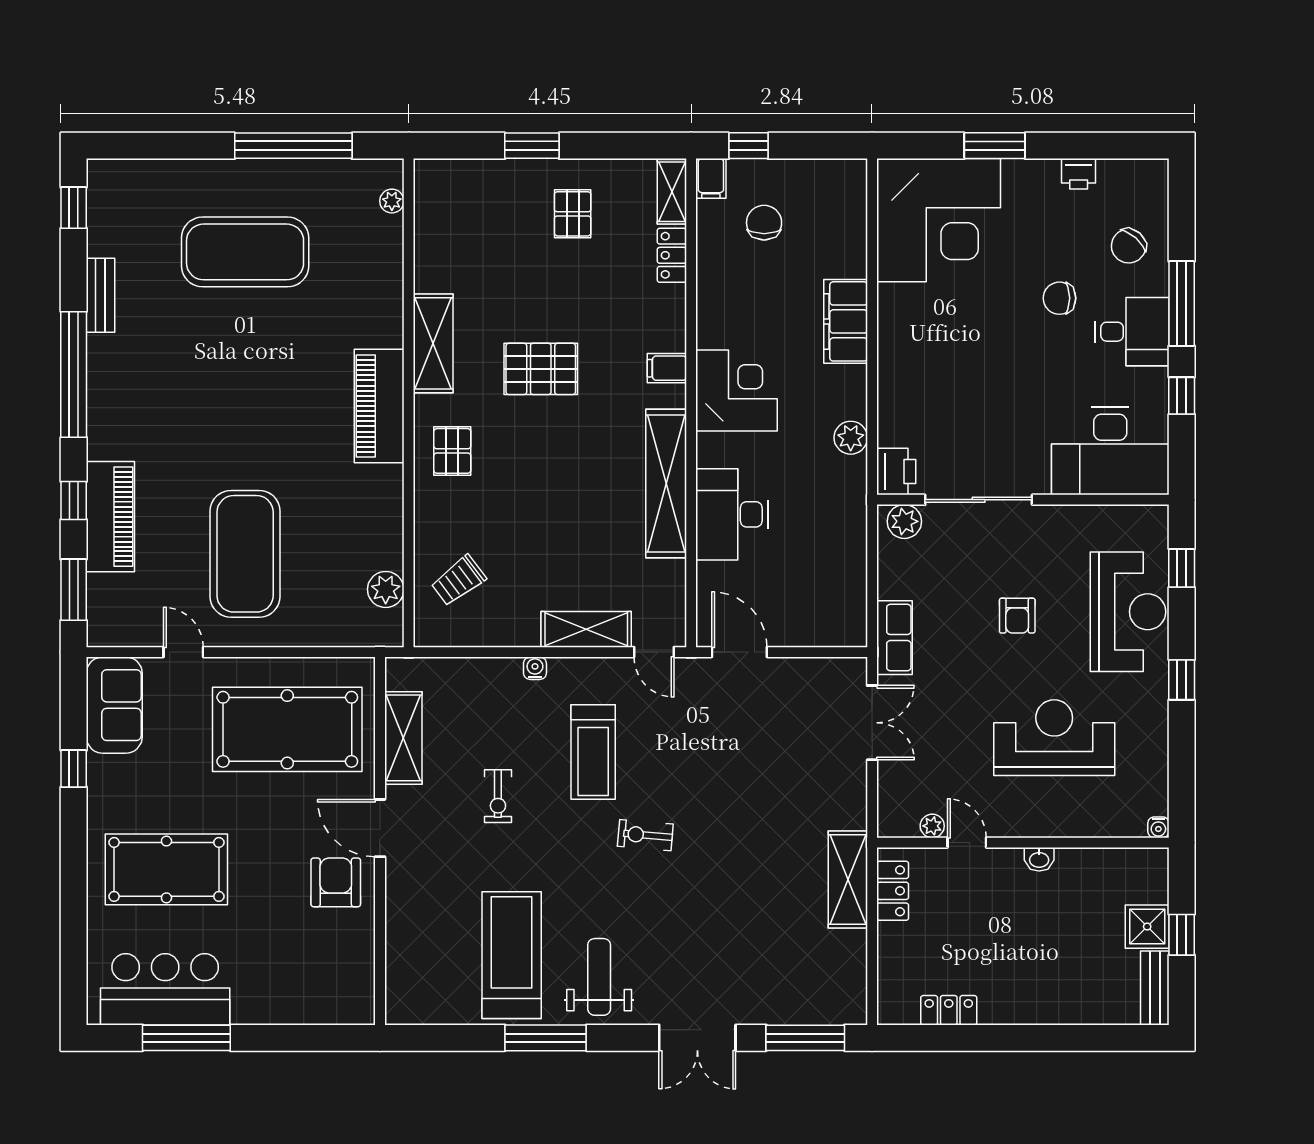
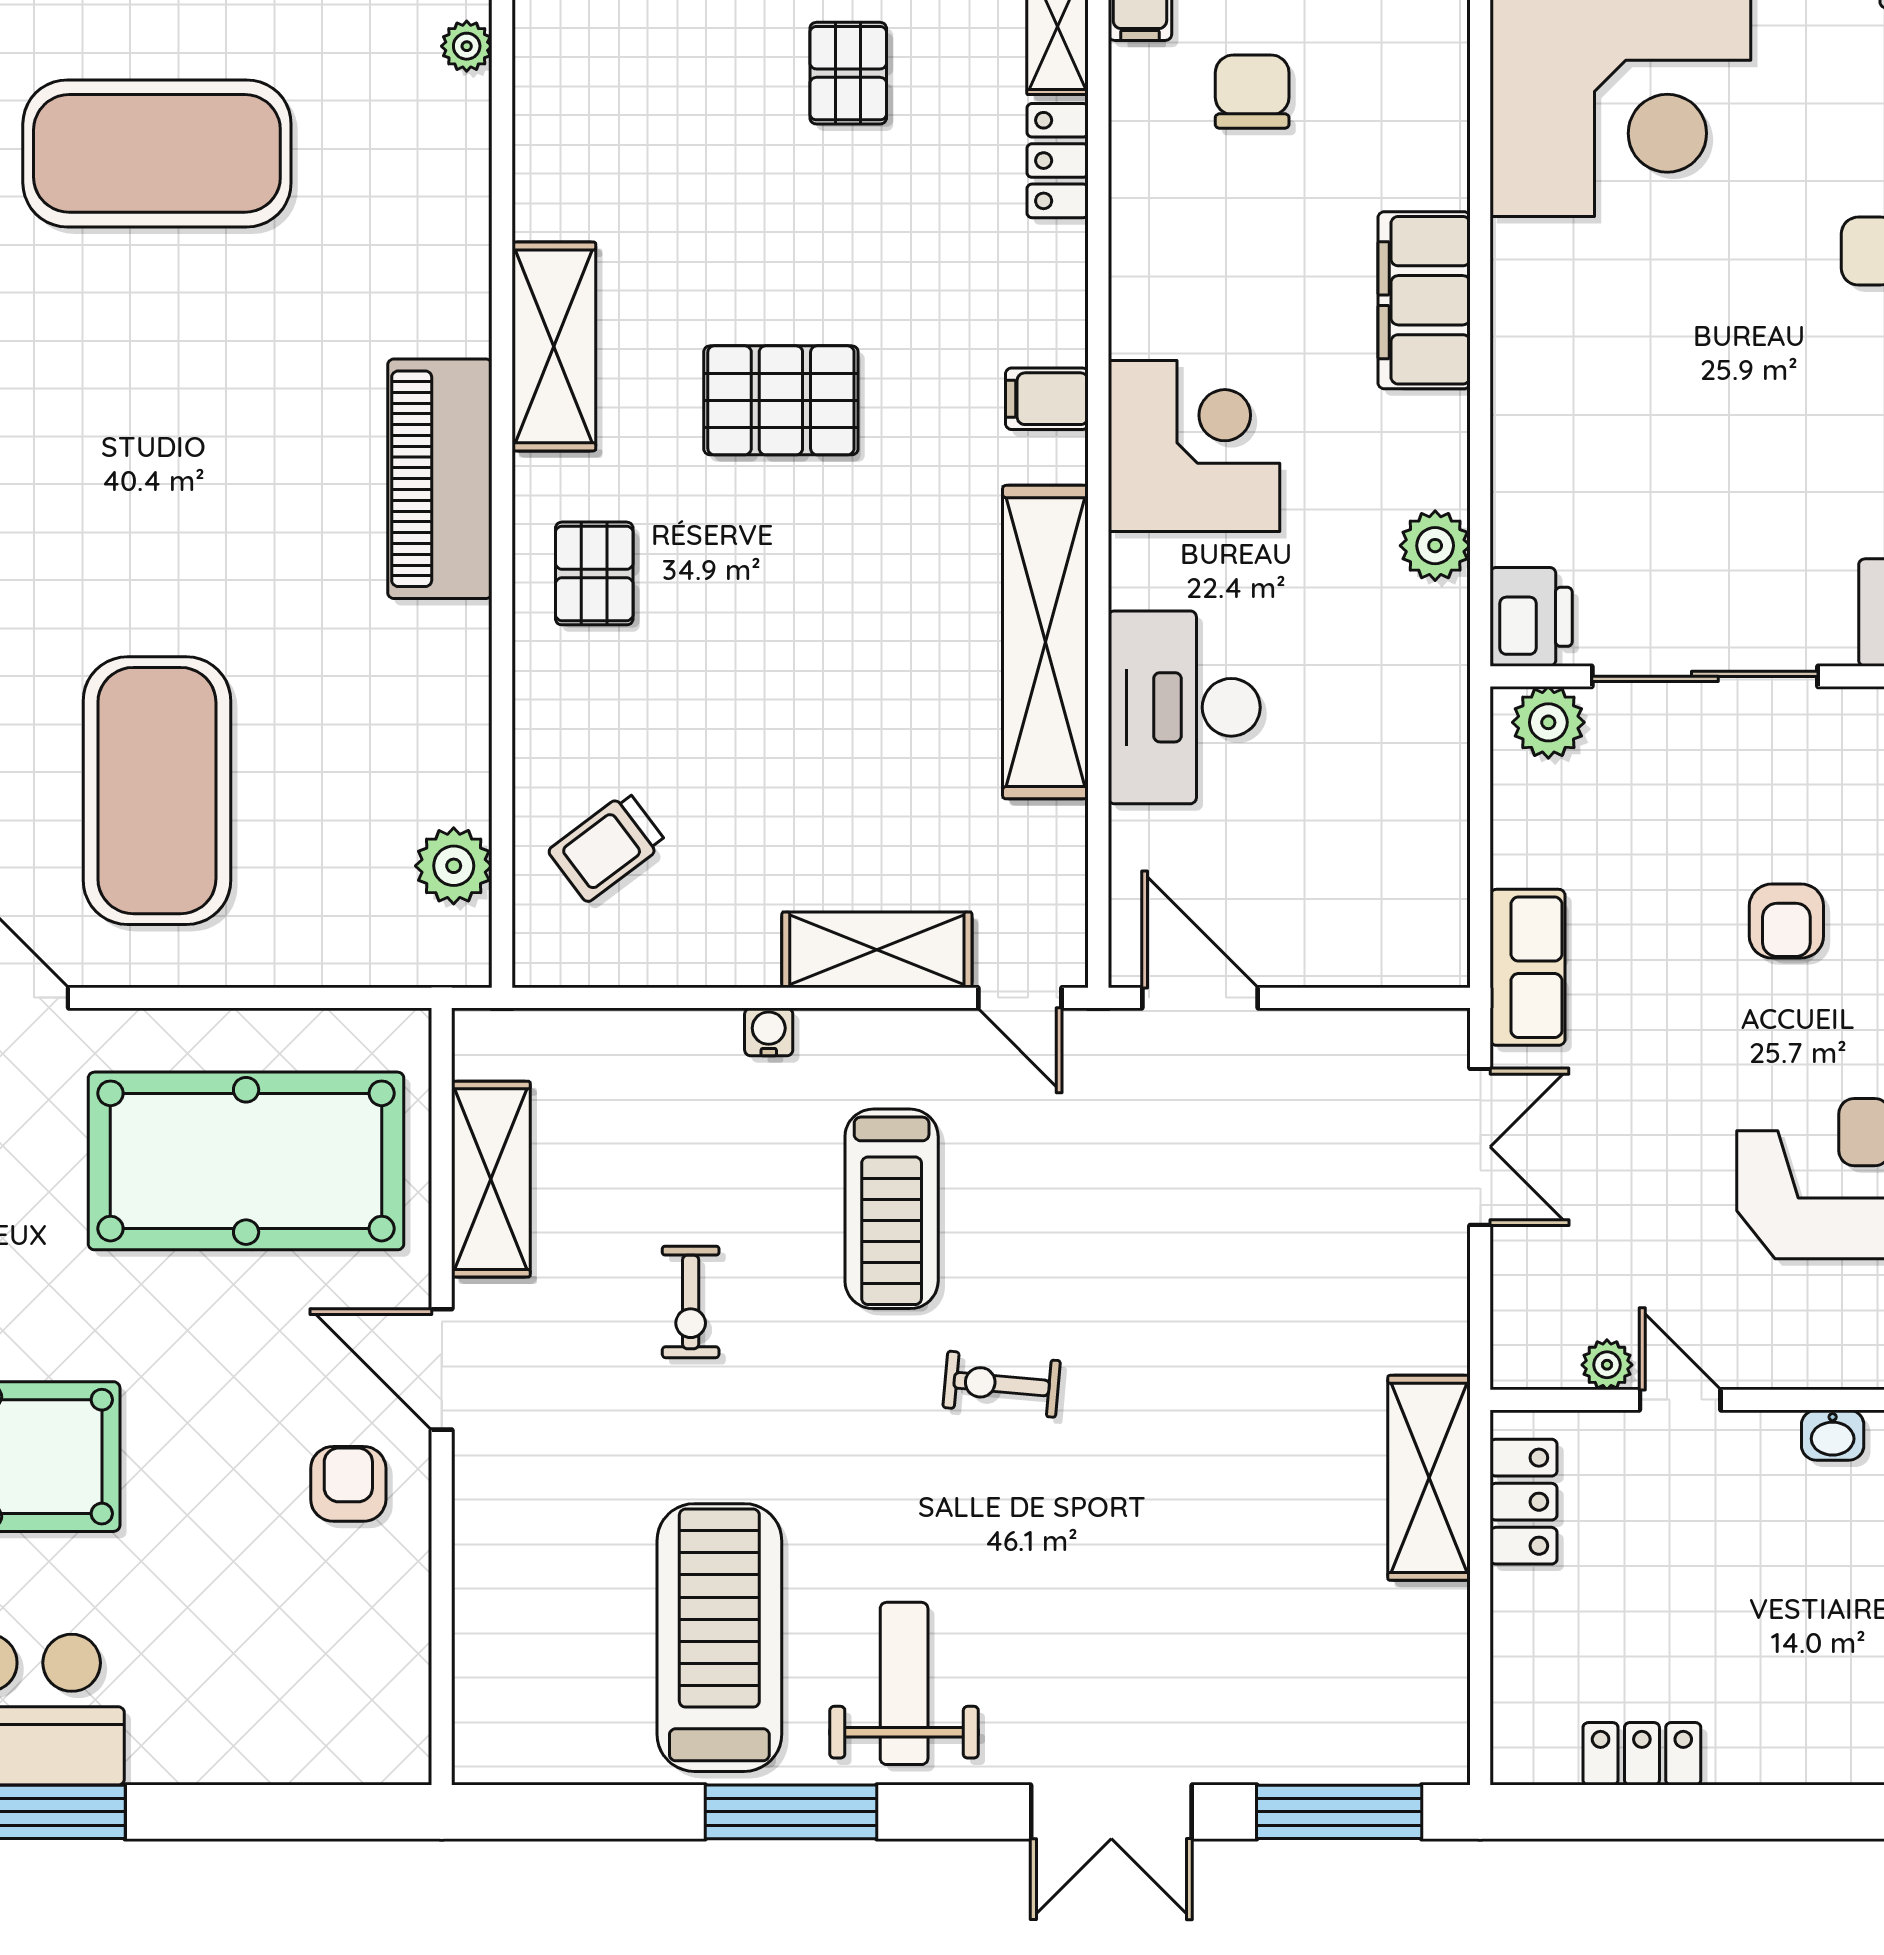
armchair: (336, 882) -> (348, 1484), width x0.72, depth x0.72

